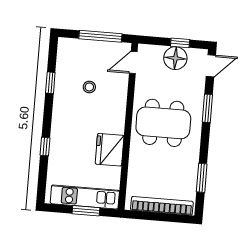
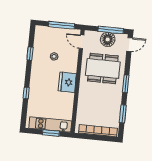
window: (180, 43) -> (111, 30), width x2.17
door: (133, 63) -> (82, 42), hinge flipped
window: (207, 108) -> (126, 84), moved
dining table: (163, 123) -> (103, 68), moved
fridge: (110, 150) -> (67, 82), moved

